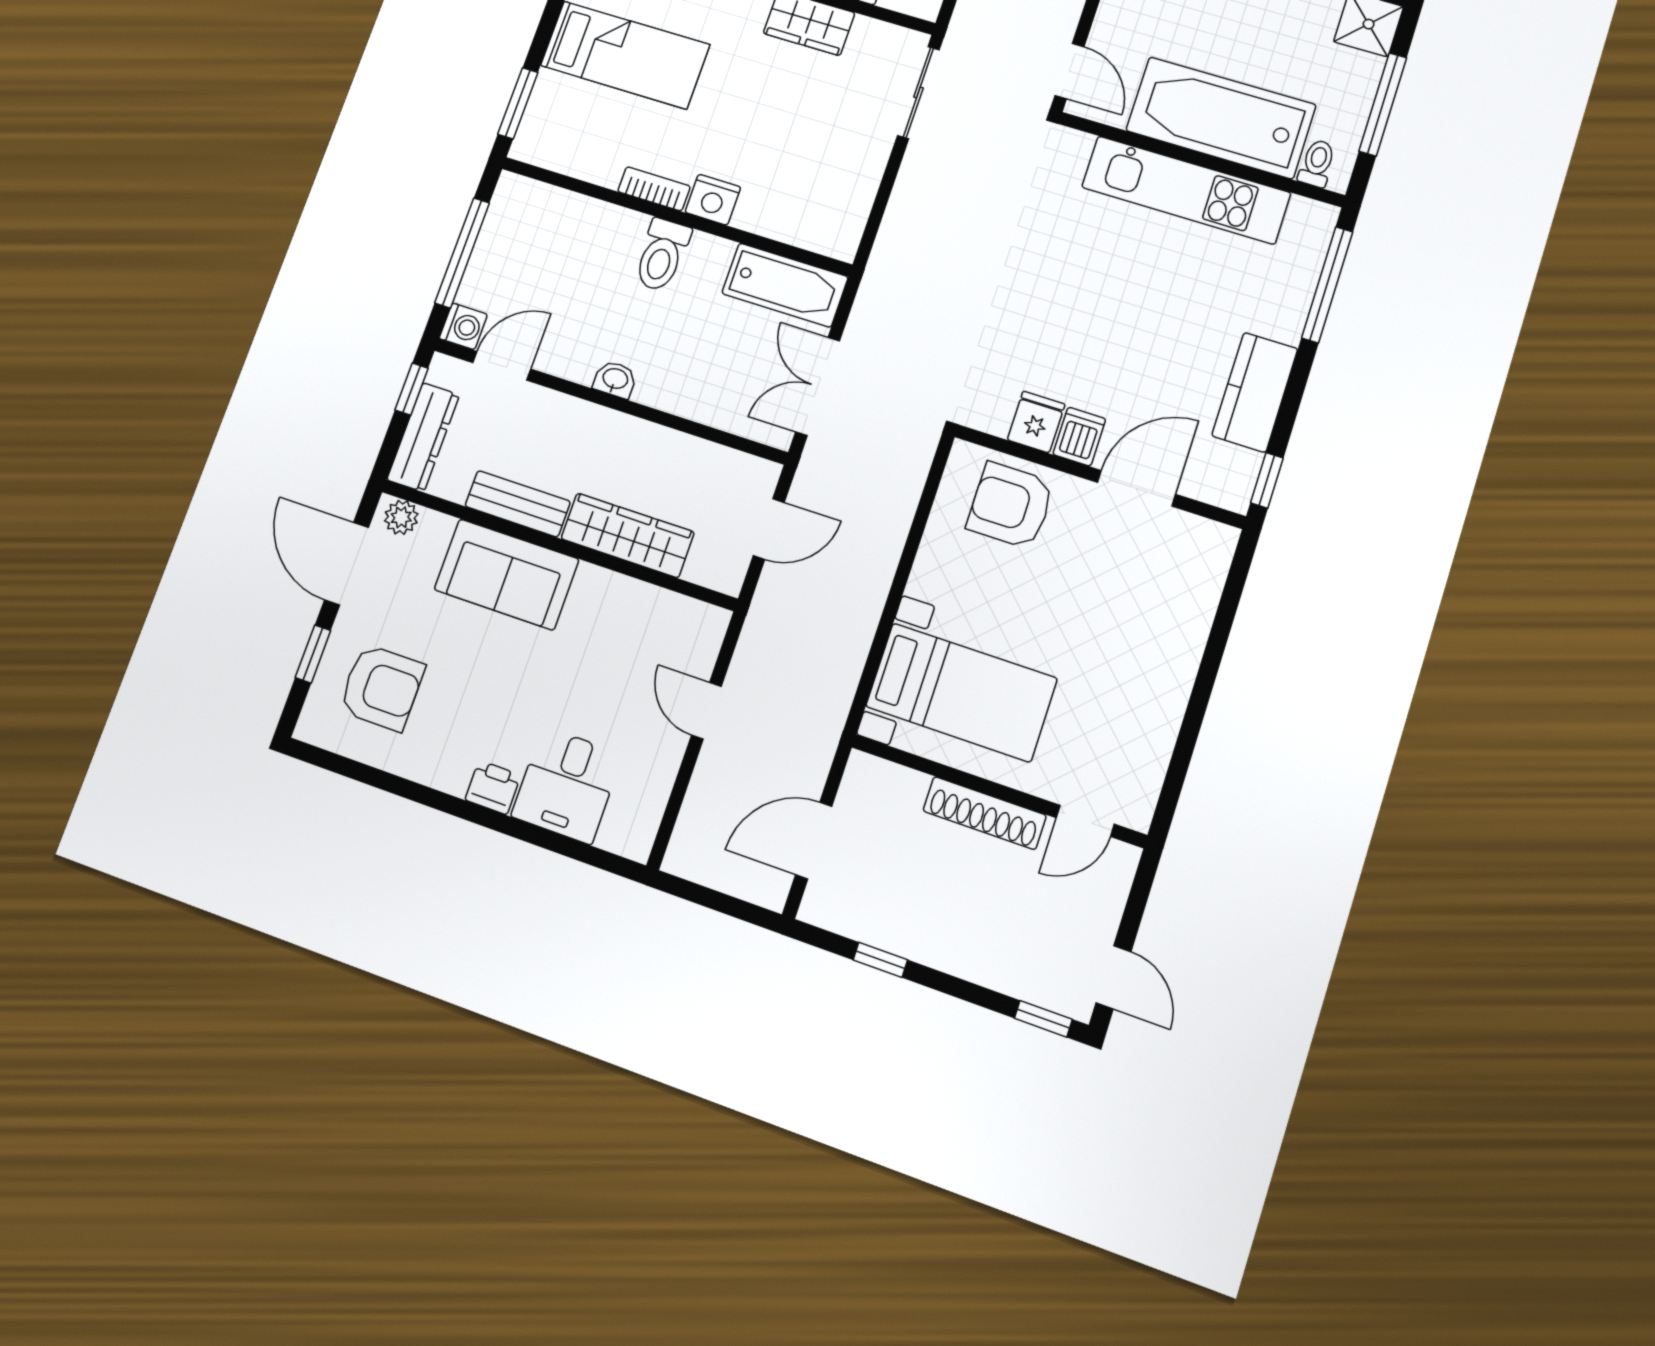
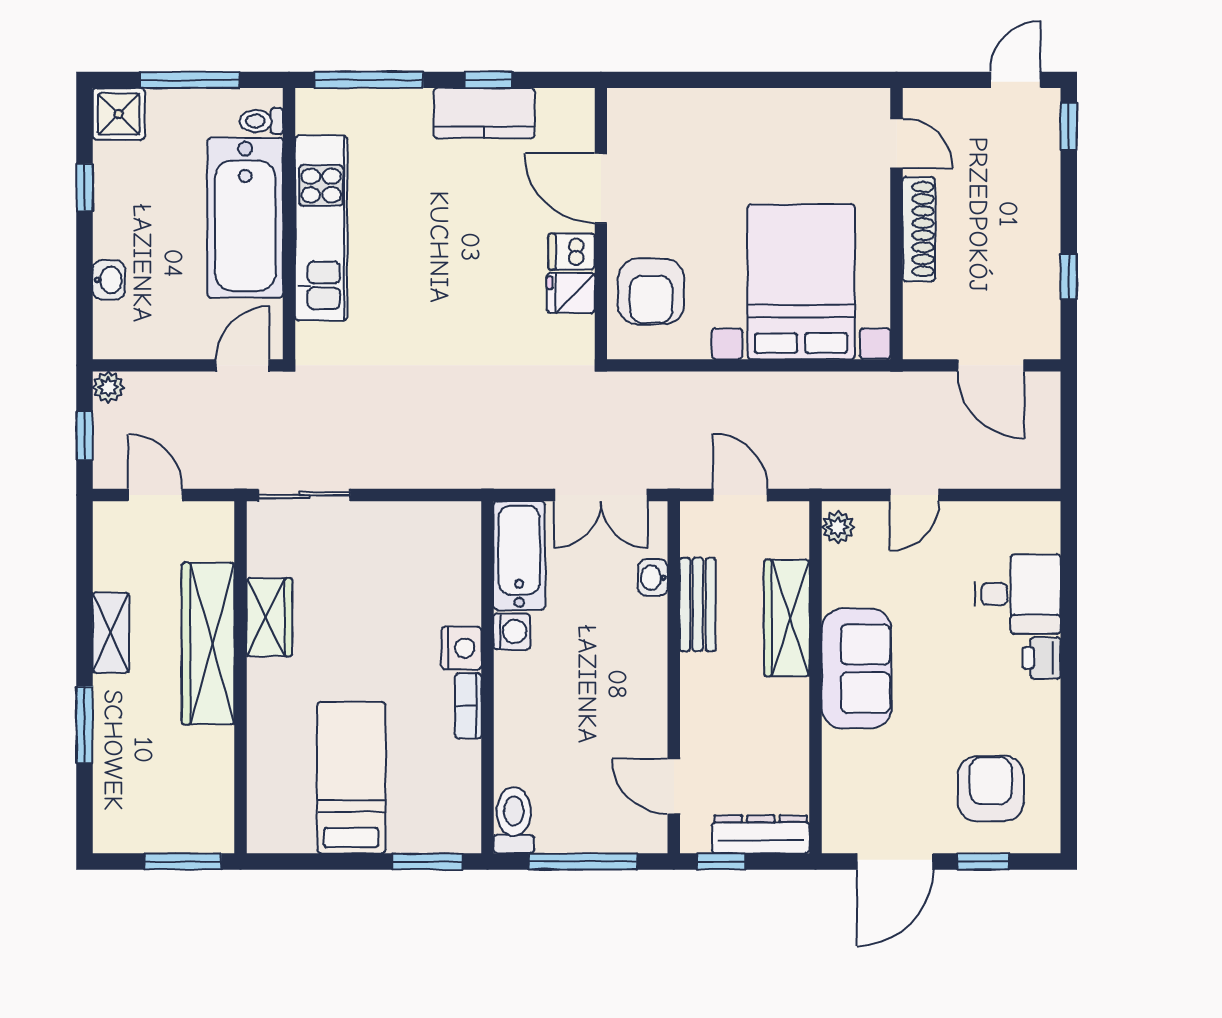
toilet: (662, 255) -> (514, 820), moved, turned -90
washing machine: (463, 326) -> (512, 632), moved, turned 90
washbasin: (615, 379) -> (653, 578), moved
window: (1267, 480) -> (488, 80), moved
bench: (518, 504) -> (698, 604), moved
plant: (401, 517) -> (838, 527), moved
sofa: (506, 574) -> (856, 668), moved
bed with nightstands: (961, 692) -> (801, 282), width x1.36

